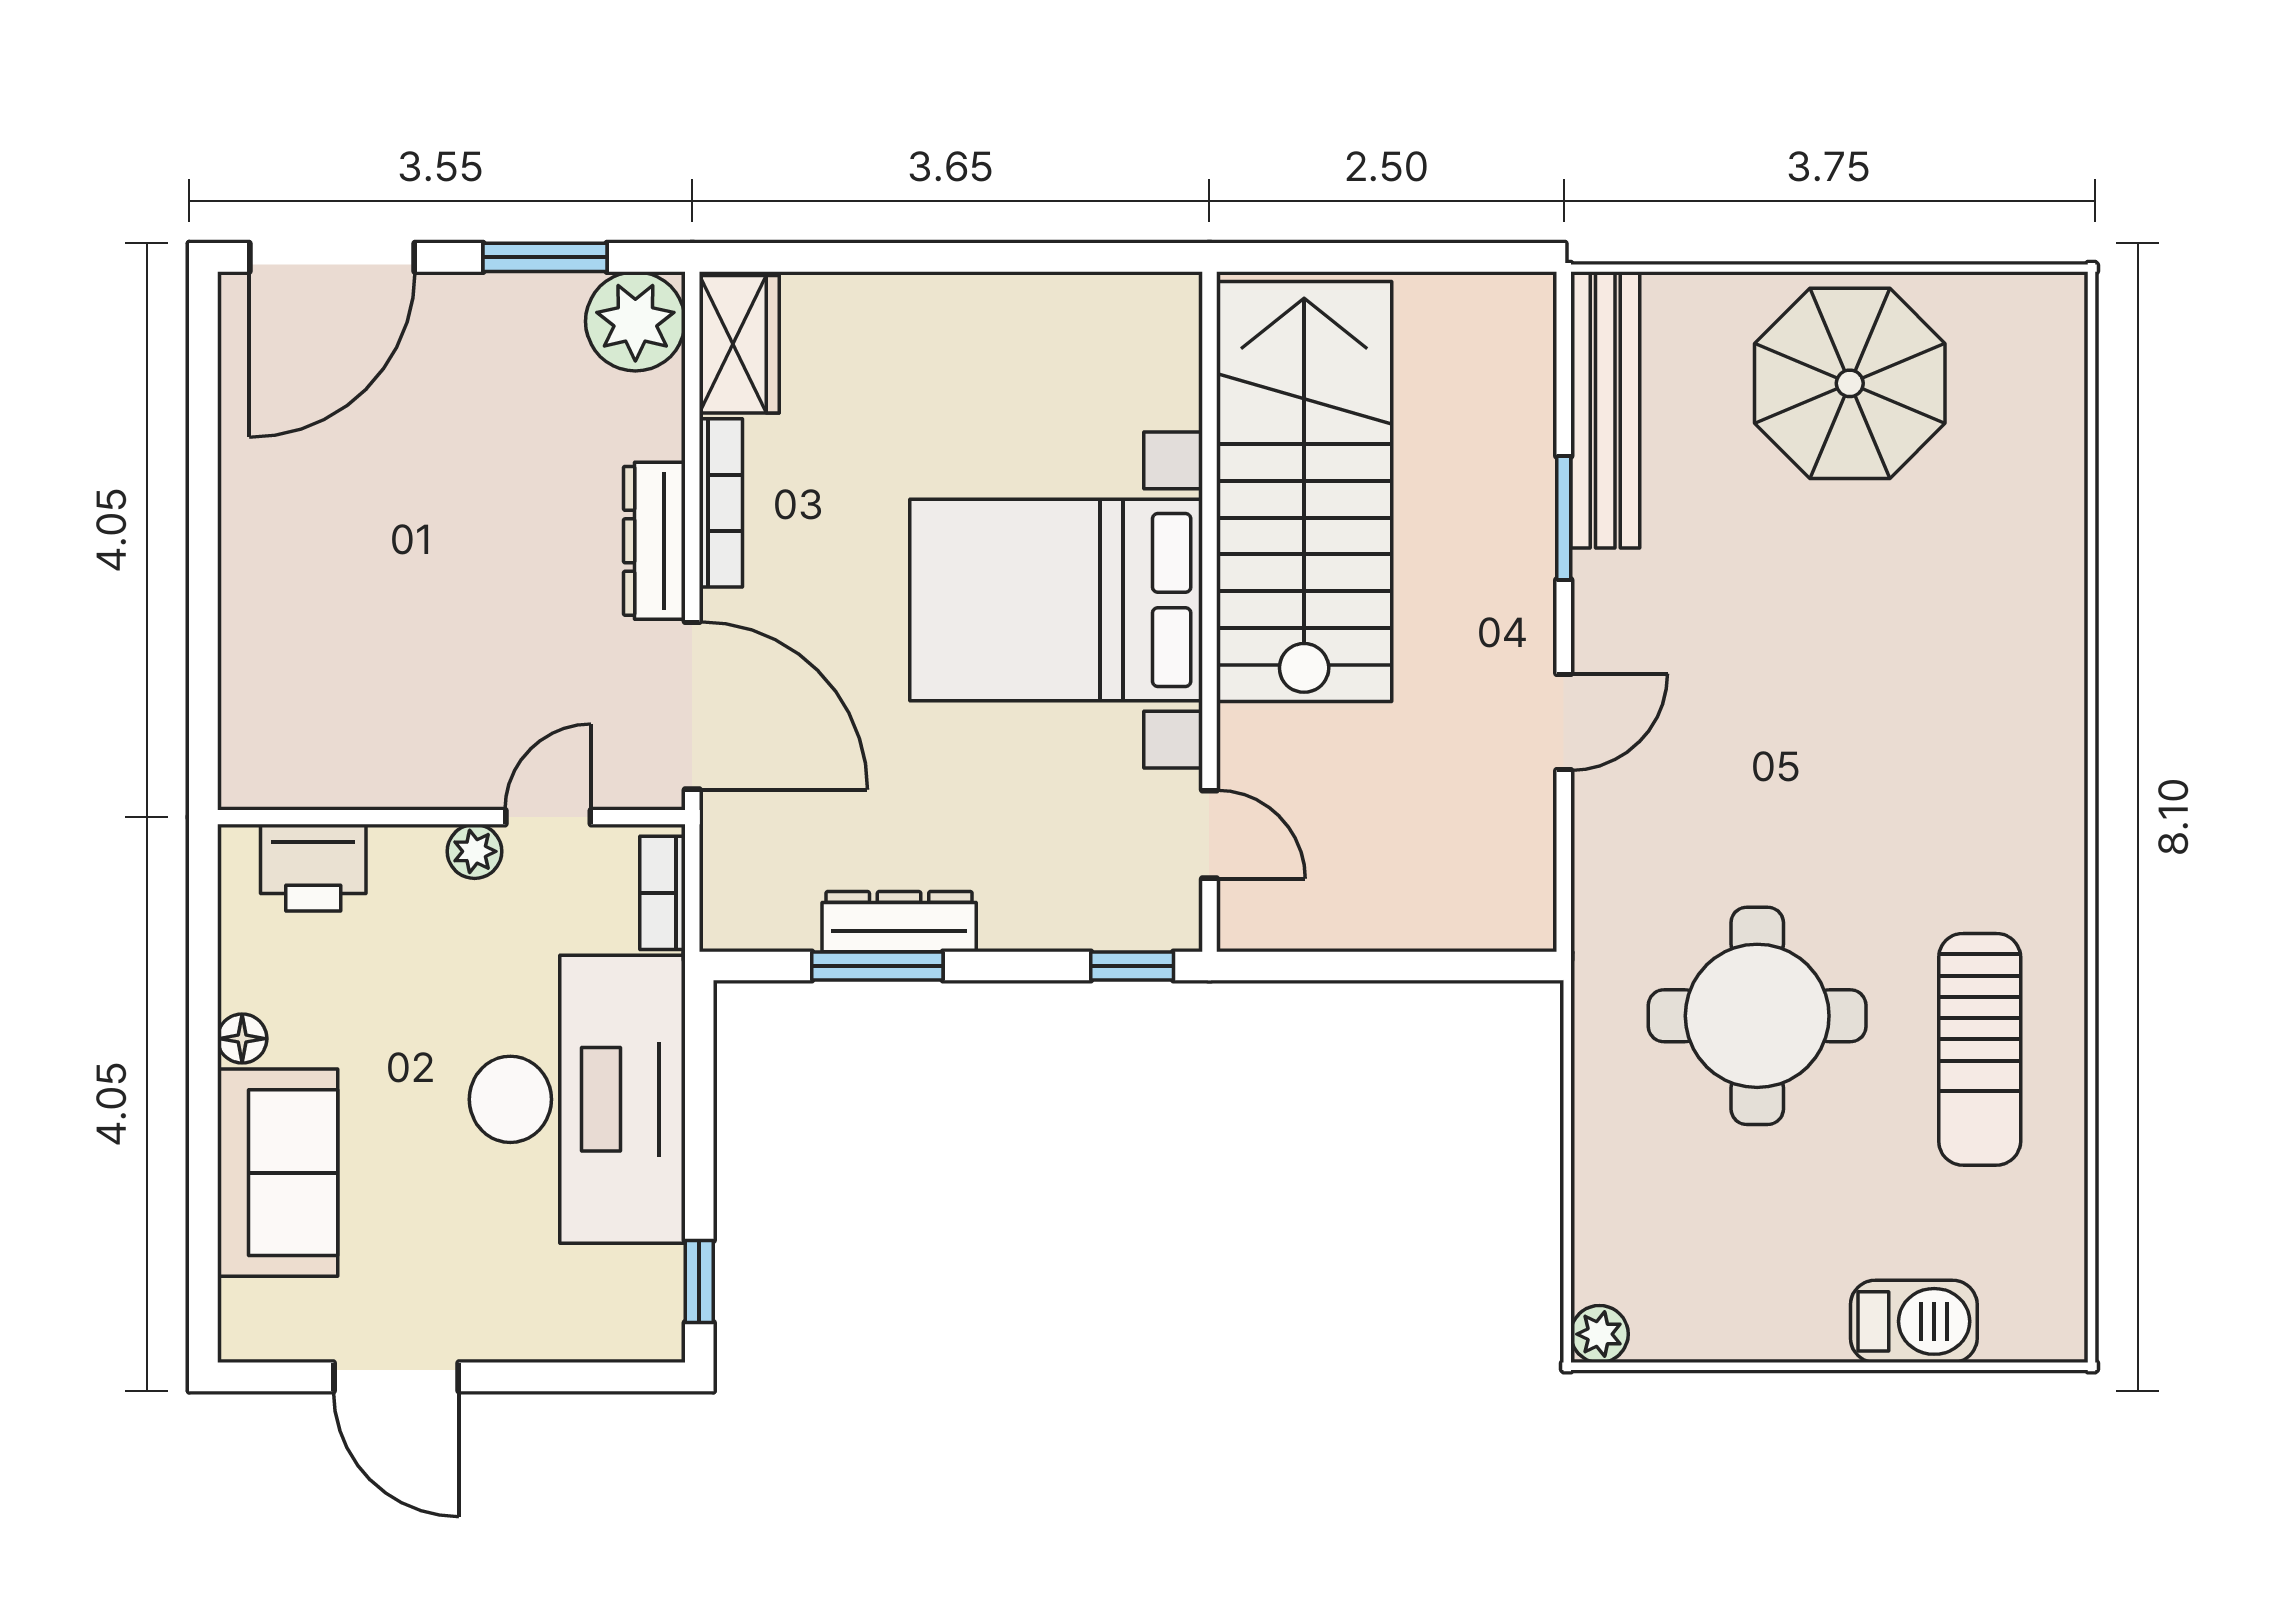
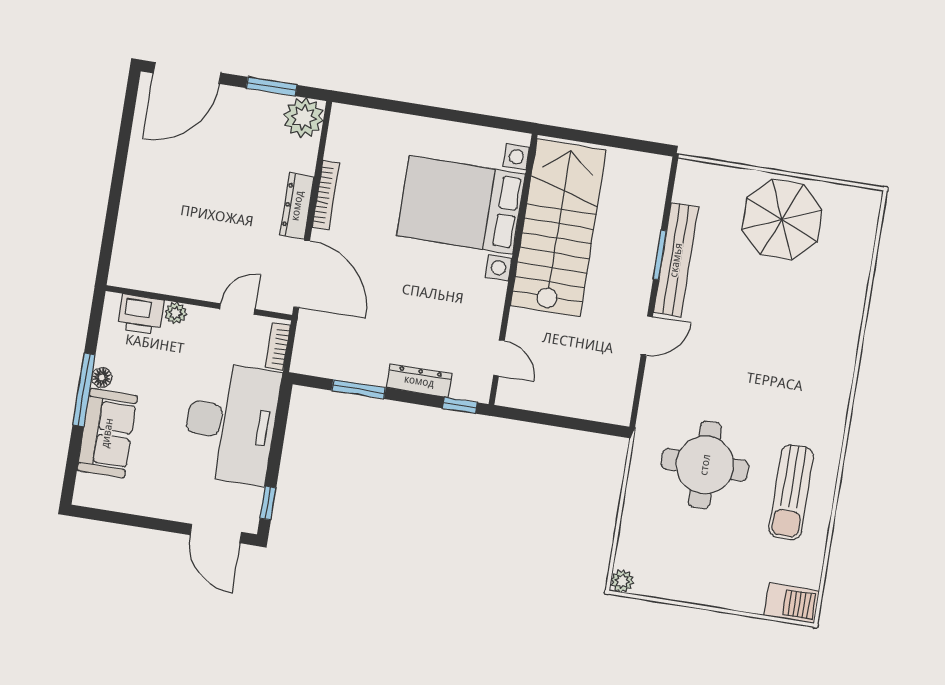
wardrobe: (739, 344) -> (343, 133), removed
bench: (1605, 410) -> (676, 260), moved
bed with nightstands: (1056, 600) -> (461, 205), moved
plant: (475, 851) -> (176, 313), moved
dresser: (899, 922) -> (419, 381), moved
window: (203, 1076) -> (84, 390), added
barbecue: (1914, 1321) -> (792, 603), moved
door: (396, 1377) -> (216, 534), moved

